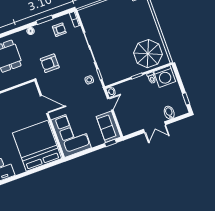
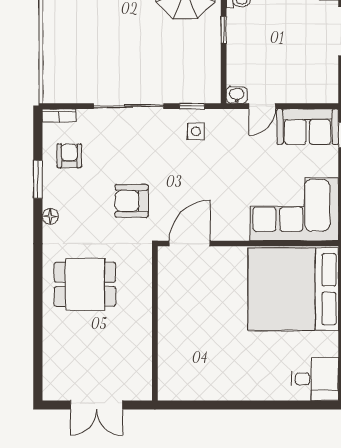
armchair: (50, 63) -> (132, 201), turned 90
door: (110, 104) -> (262, 106), swing flipped
door: (44, 105) -> (190, 244), moved

